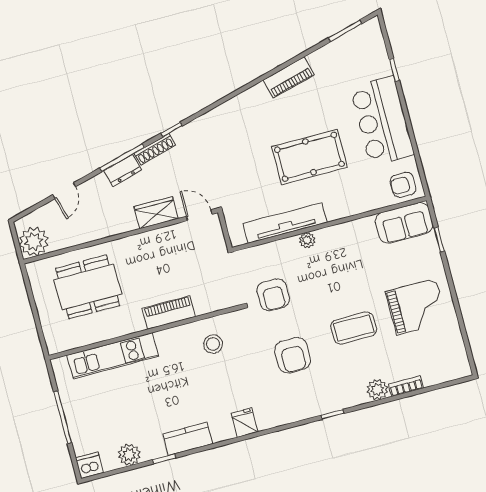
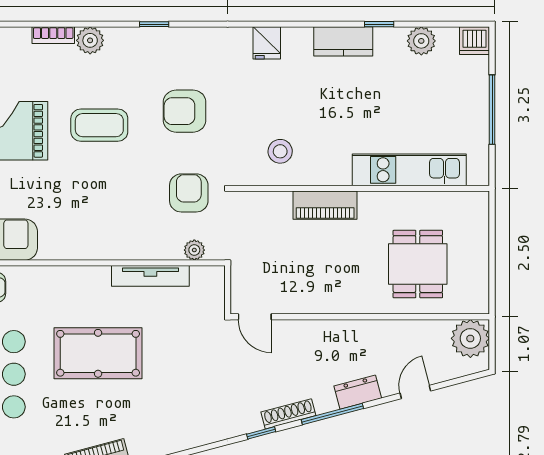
dresser: (123, 170) -> (358, 392), moved
wardrobe: (156, 213) -> (308, 334), removed
tv unit: (285, 223) -> (150, 276), width x0.73, depth x0.78
plant: (307, 240) -> (194, 250), moved
dining table: (88, 287) -> (418, 264), width x0.73
armchair: (293, 355) -> (185, 111), turned -90

